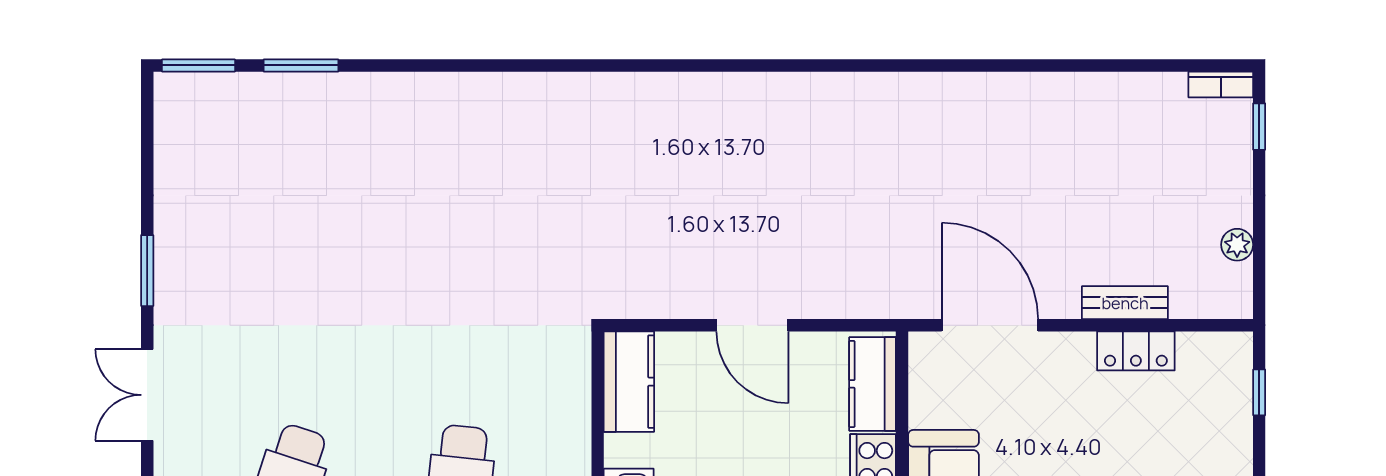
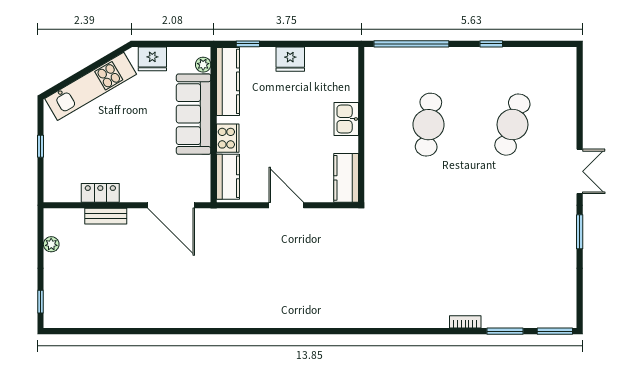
bookcase: (1221, 84) -> (465, 322), moved
window: (1259, 392) -> (41, 146), moved

